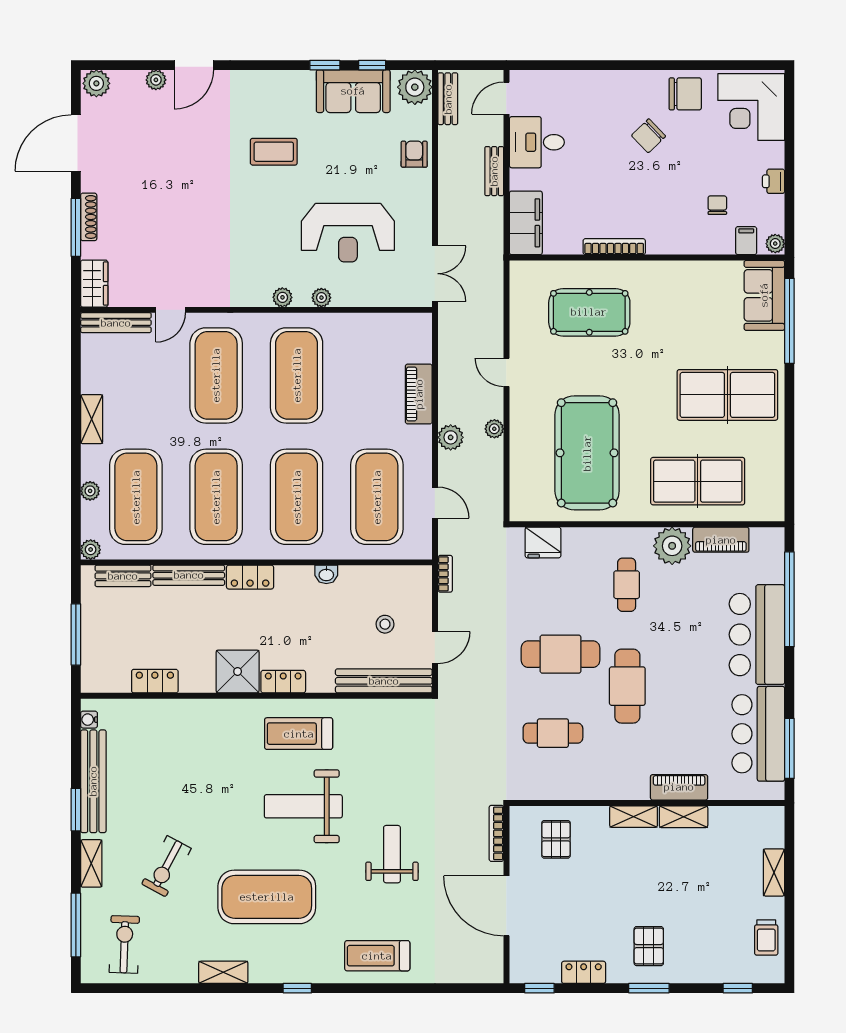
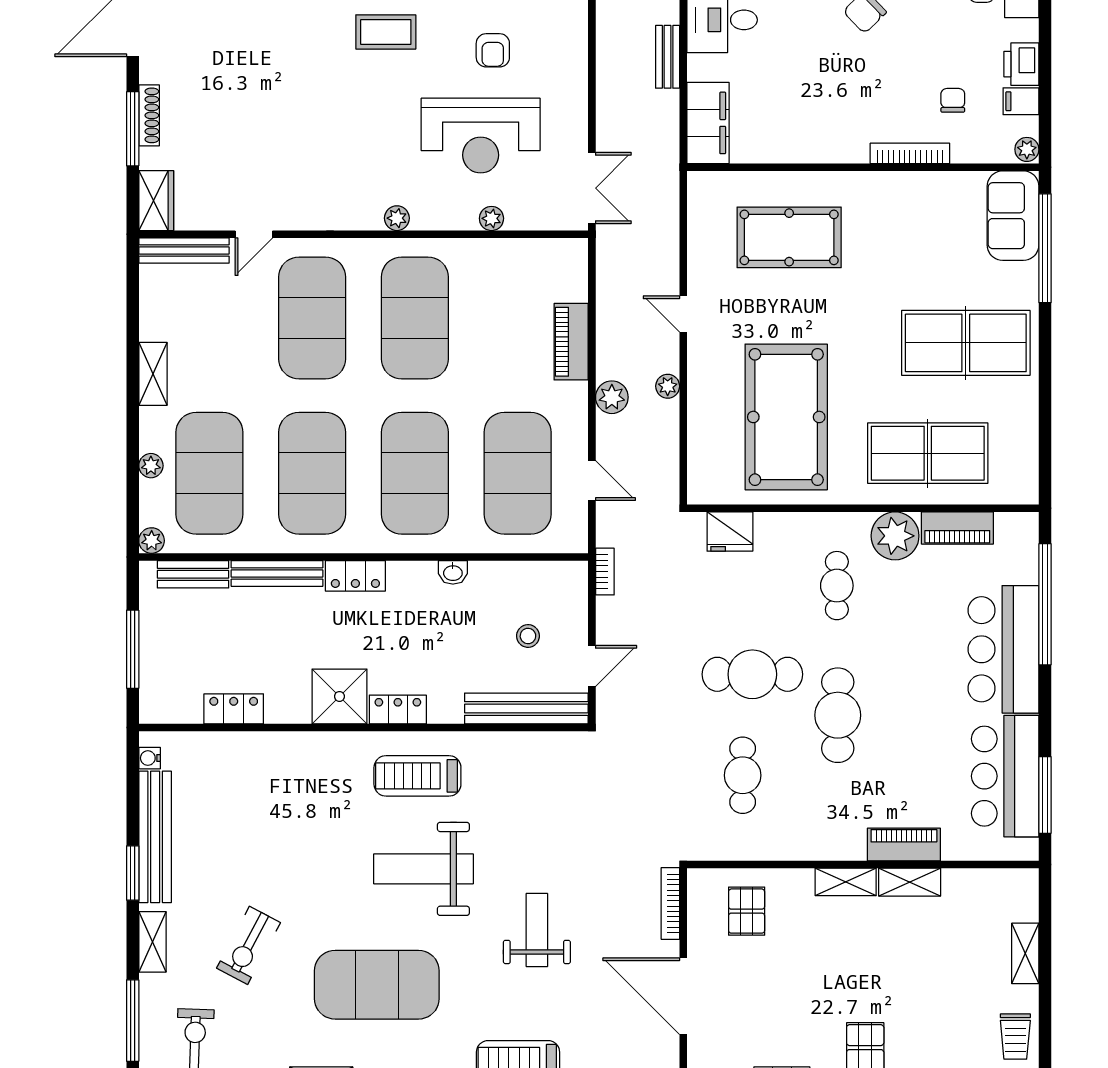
armchair: (414, 154) -> (493, 50), moved, turned 180
printer: (774, 181) -> (1021, 64), width x1.36, depth x1.24
filing cabinet: (746, 241) -> (1021, 101), moved, turned -90
bookcase: (614, 247) -> (910, 153), moved
plant: (321, 298) -> (491, 218), moved
cafe table: (553, 733) -> (743, 775), turned 90

